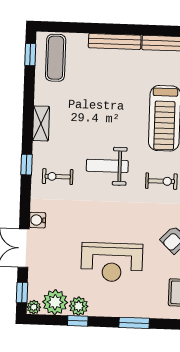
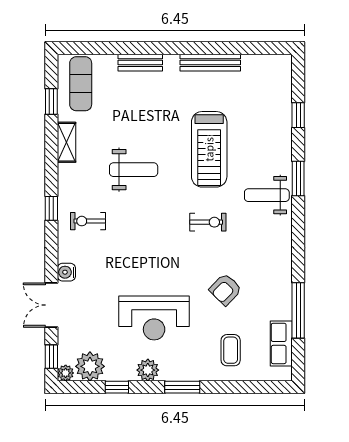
bench: (115, 41) -> (140, 63), width x0.73
window: (30, 55) -> (51, 102), moved
shelving: (41, 123) -> (67, 142), moved
weight bench: (107, 166) -> (134, 170), moved, turned 180
plant: (79, 306) -> (148, 370), moved

